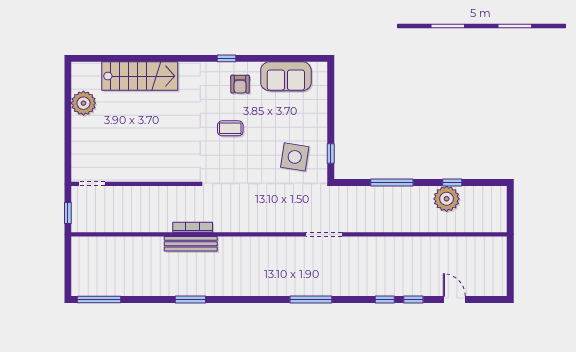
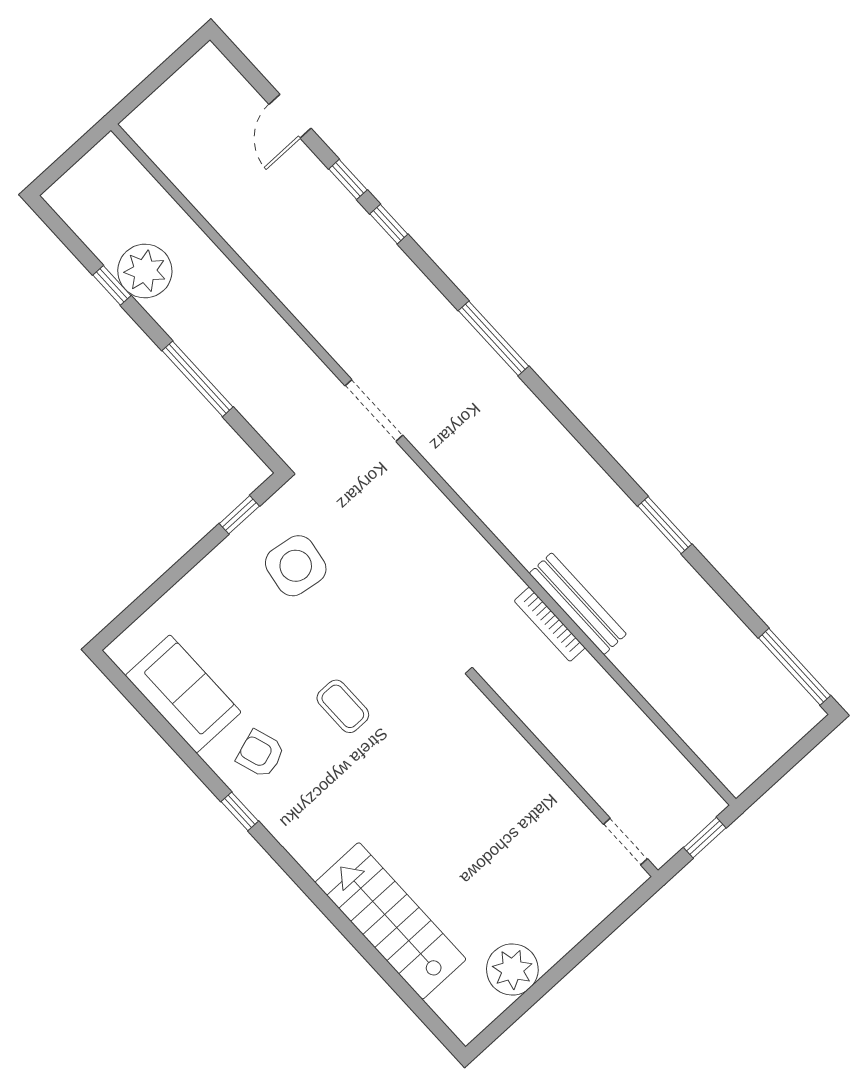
armchair: (240, 84) -> (261, 754), turned -108

